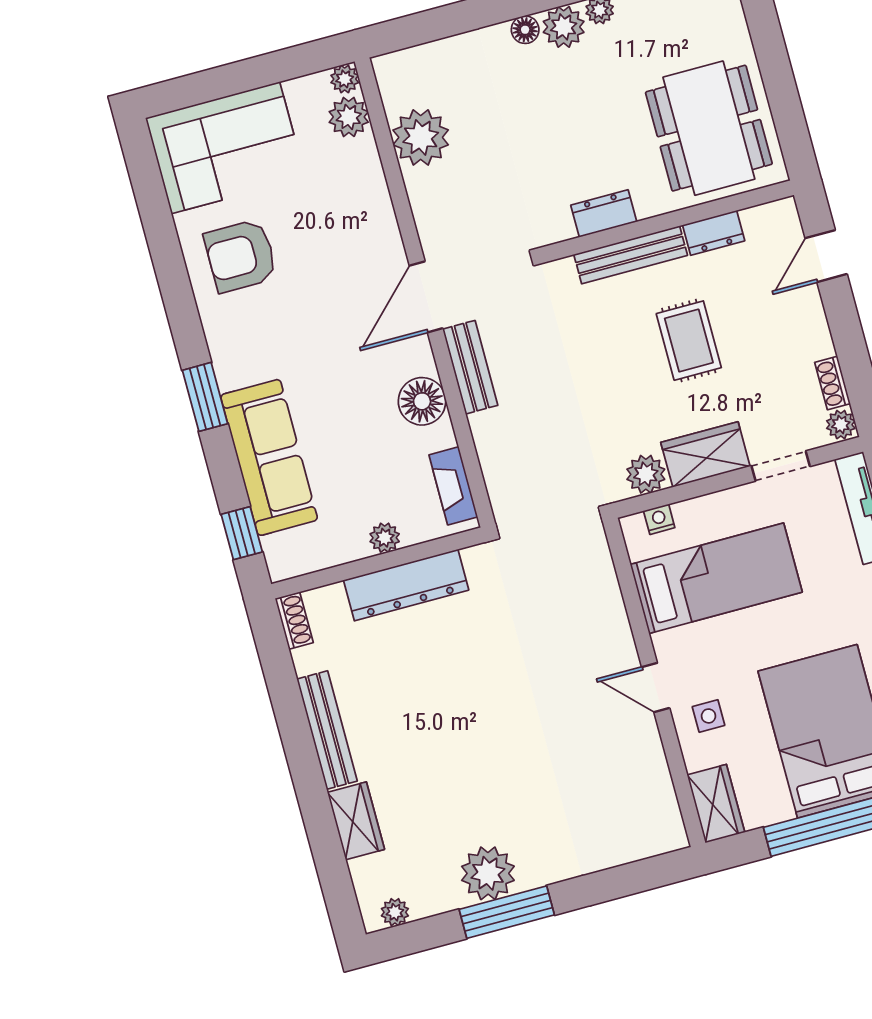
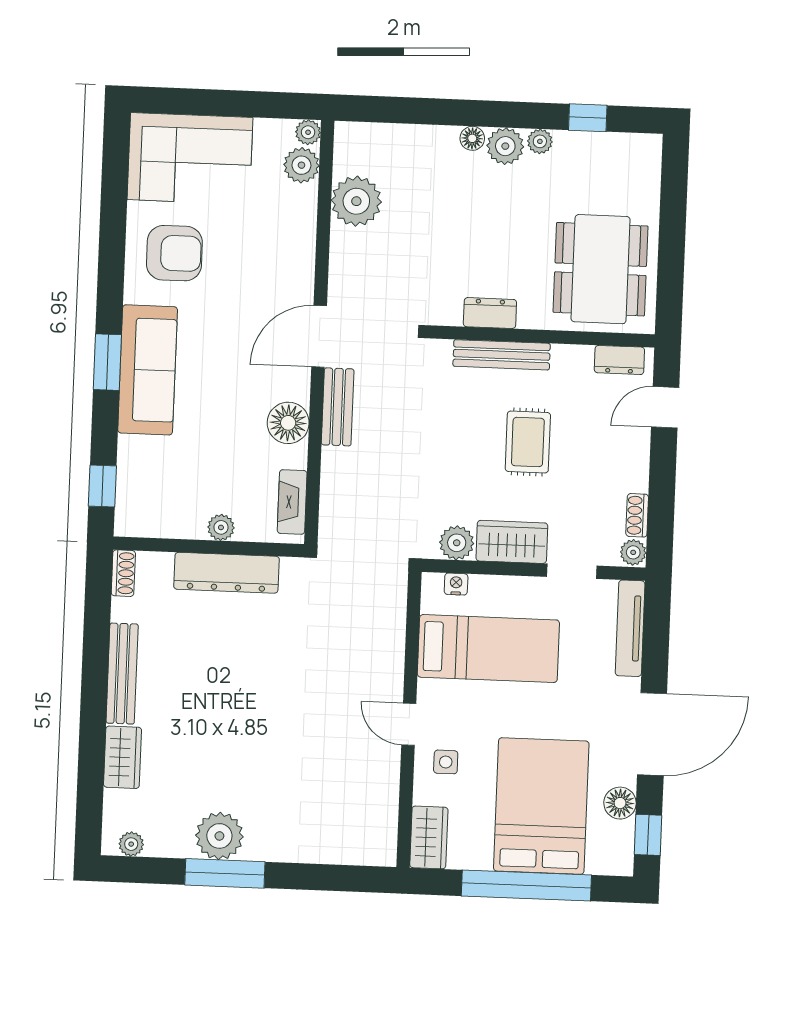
dresser: (714, 233) -> (619, 360), moved
armchair: (241, 256) -> (174, 253), turned 180
sofa: (269, 457) -> (148, 370), moved

